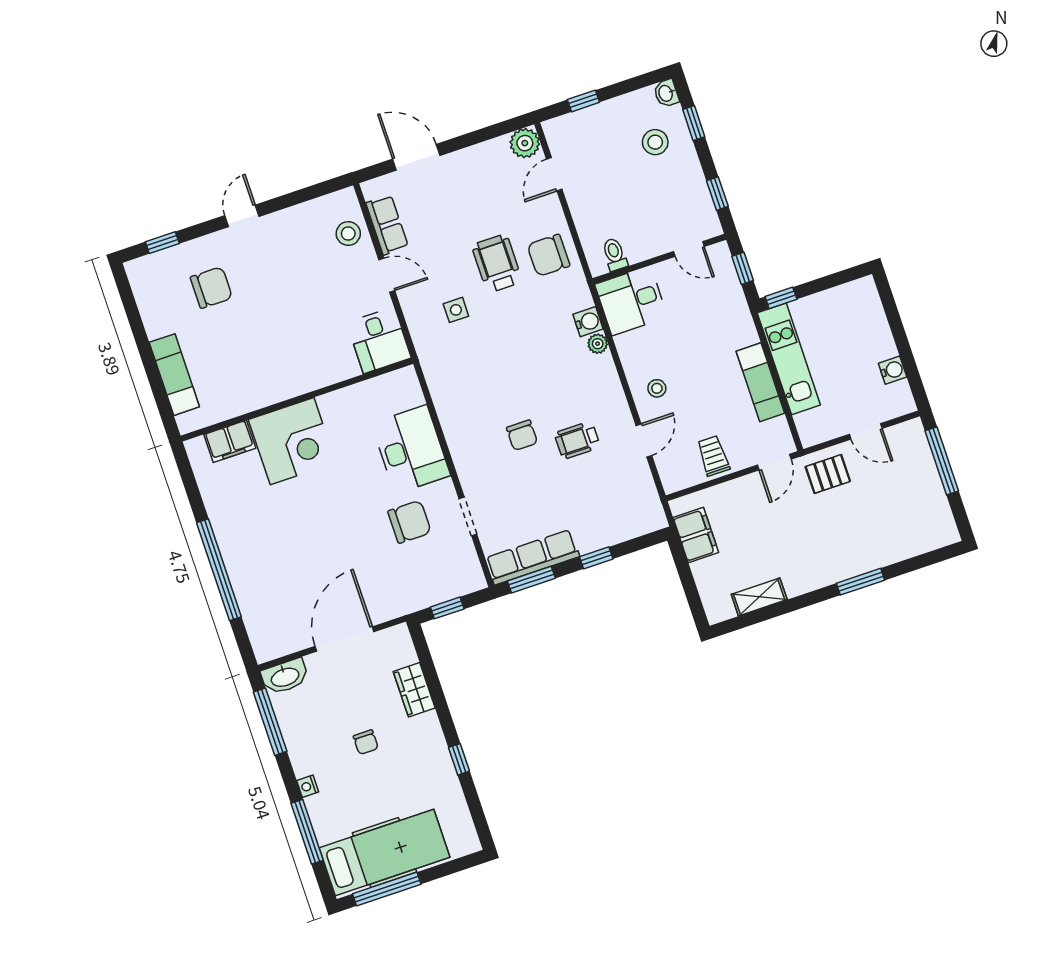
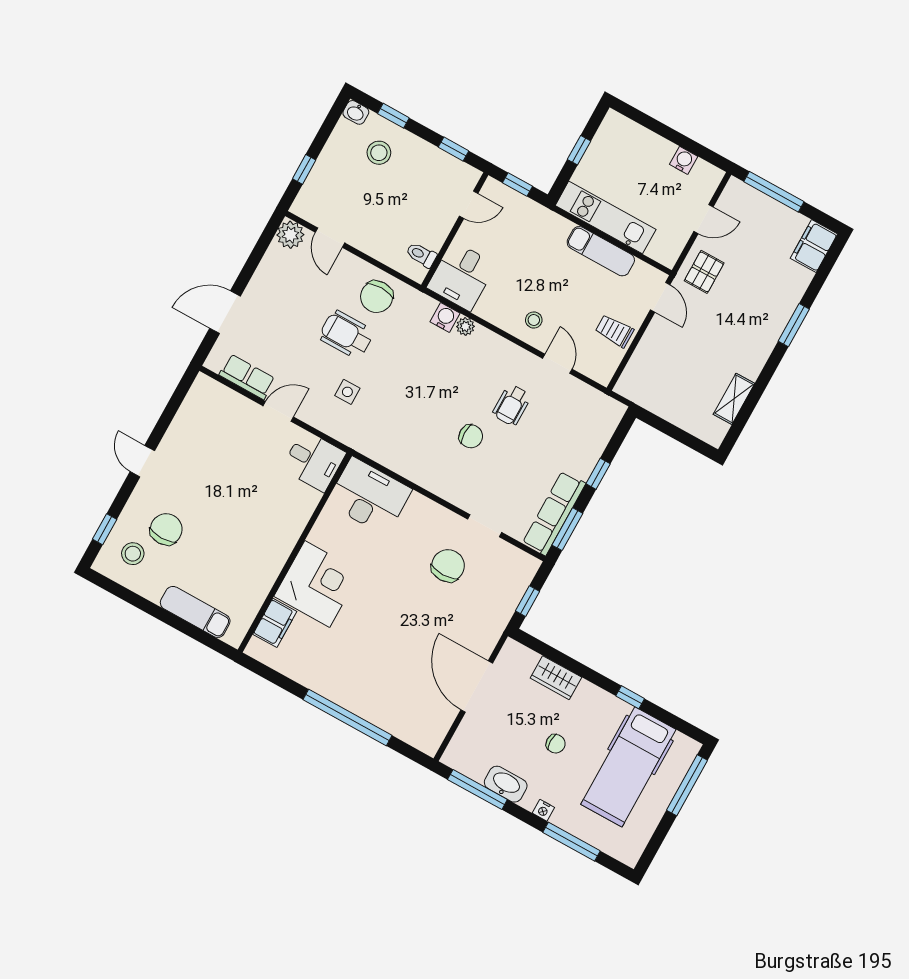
stool: (348, 234) -> (133, 554), moved
window: (781, 298) -> (579, 150), moved
desk: (411, 449) -> (369, 496), moved
filing cabinet: (696, 535) -> (814, 246), moved, turned -90
washbasin: (285, 677) -> (506, 784), moved, turned -90
hospital bed: (385, 852) -> (628, 767), moved, turned 180
window: (387, 889) -> (687, 785), moved

